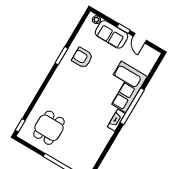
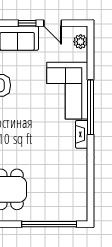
plant: (151, 61) -> (81, 42), added

